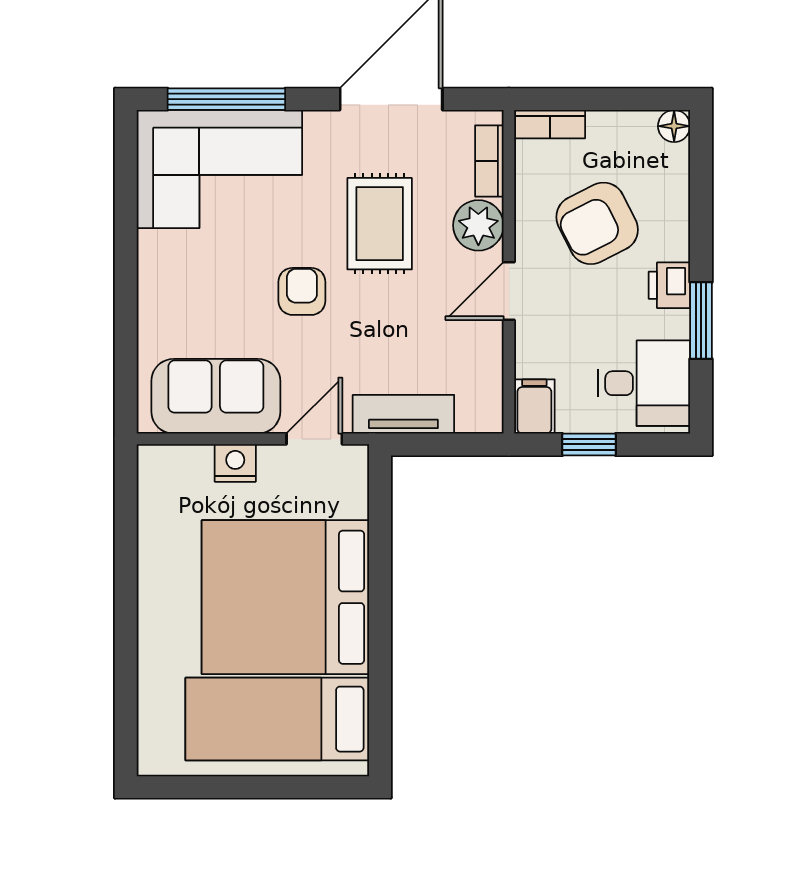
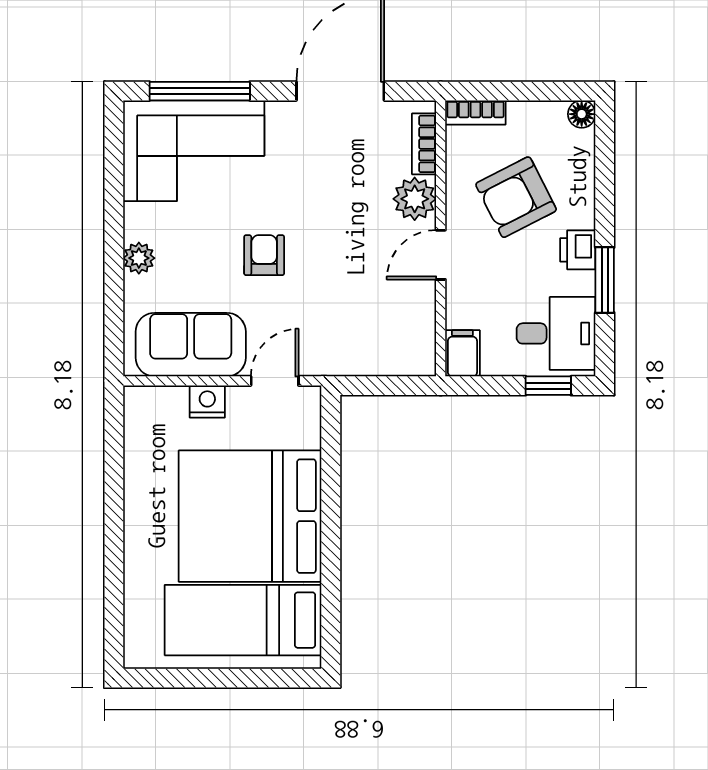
rug: (380, 224) -> (330, 197), removed
plant: (155, 295) -> (139, 258), added
tv unit: (403, 414) -> (351, 360), removed
window: (589, 444) -> (548, 386), moved

